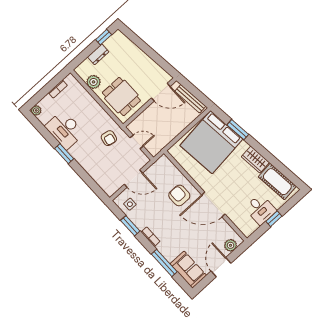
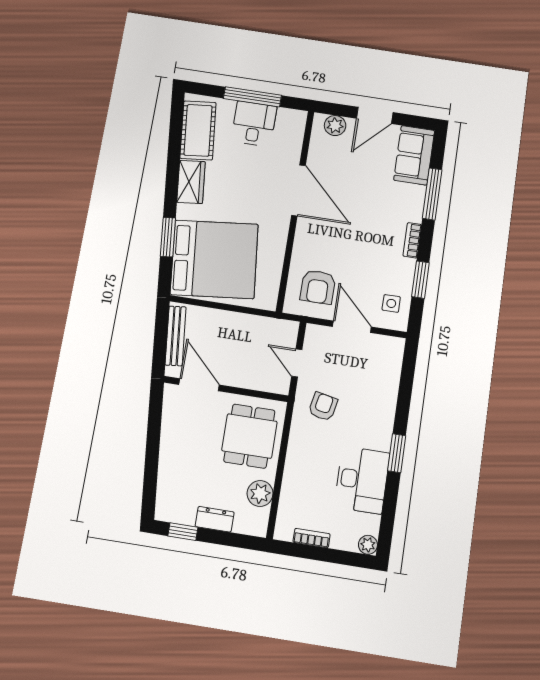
armchair: (179, 195) -> (318, 287), moved
window: (274, 219) -> (252, 97), width x2.17

